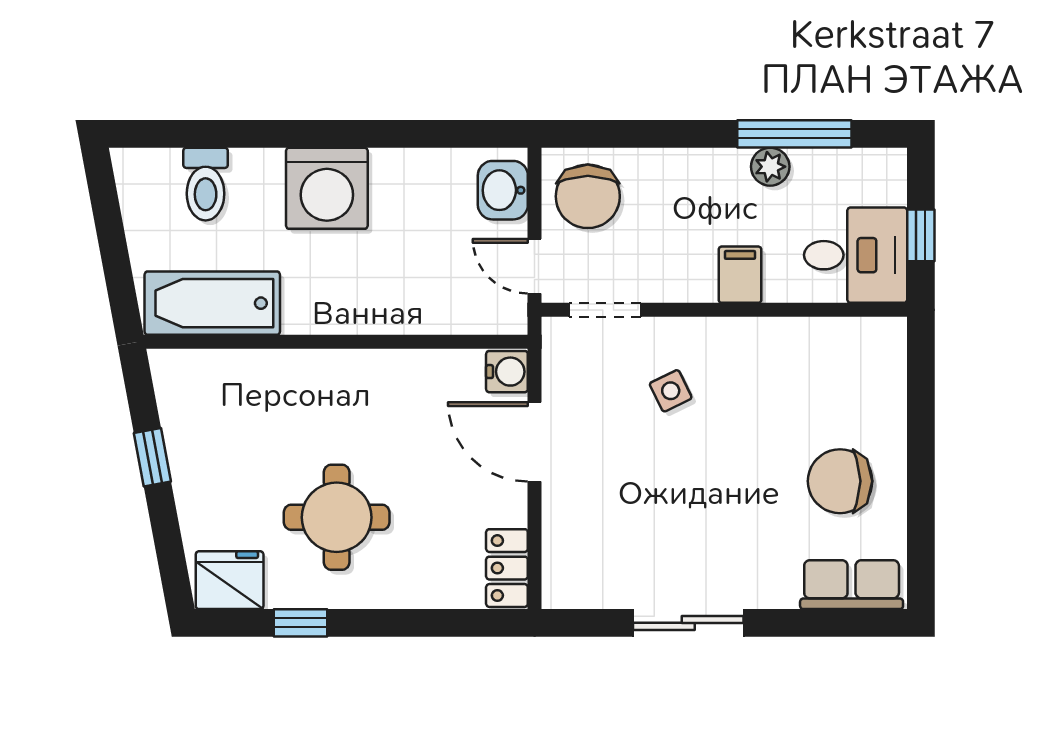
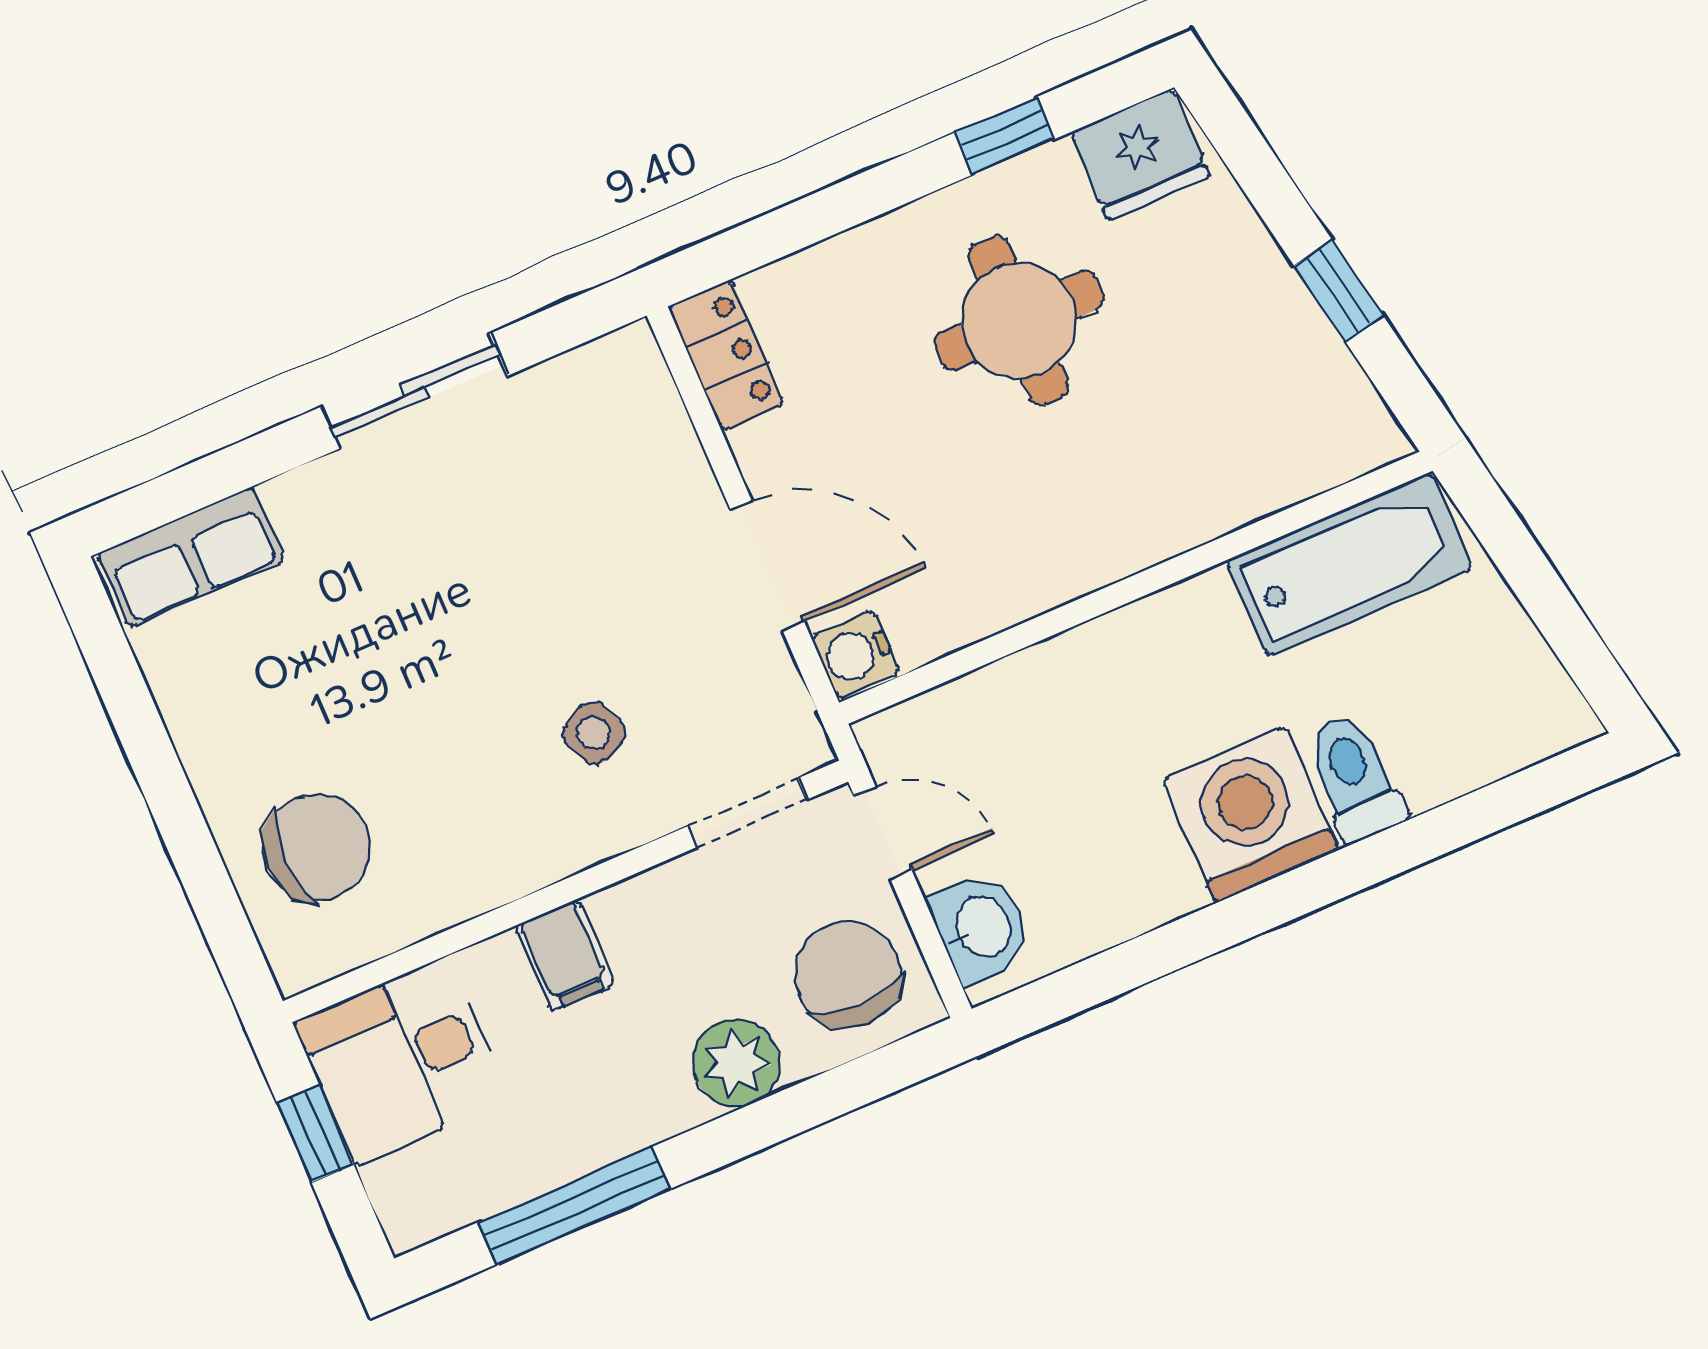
plant: (770, 167) -> (736, 1063), moved, width x1.38, depth x1.38
toilet: (206, 184) -> (1354, 777), moved
chair: (840, 481) -> (317, 847), moved

